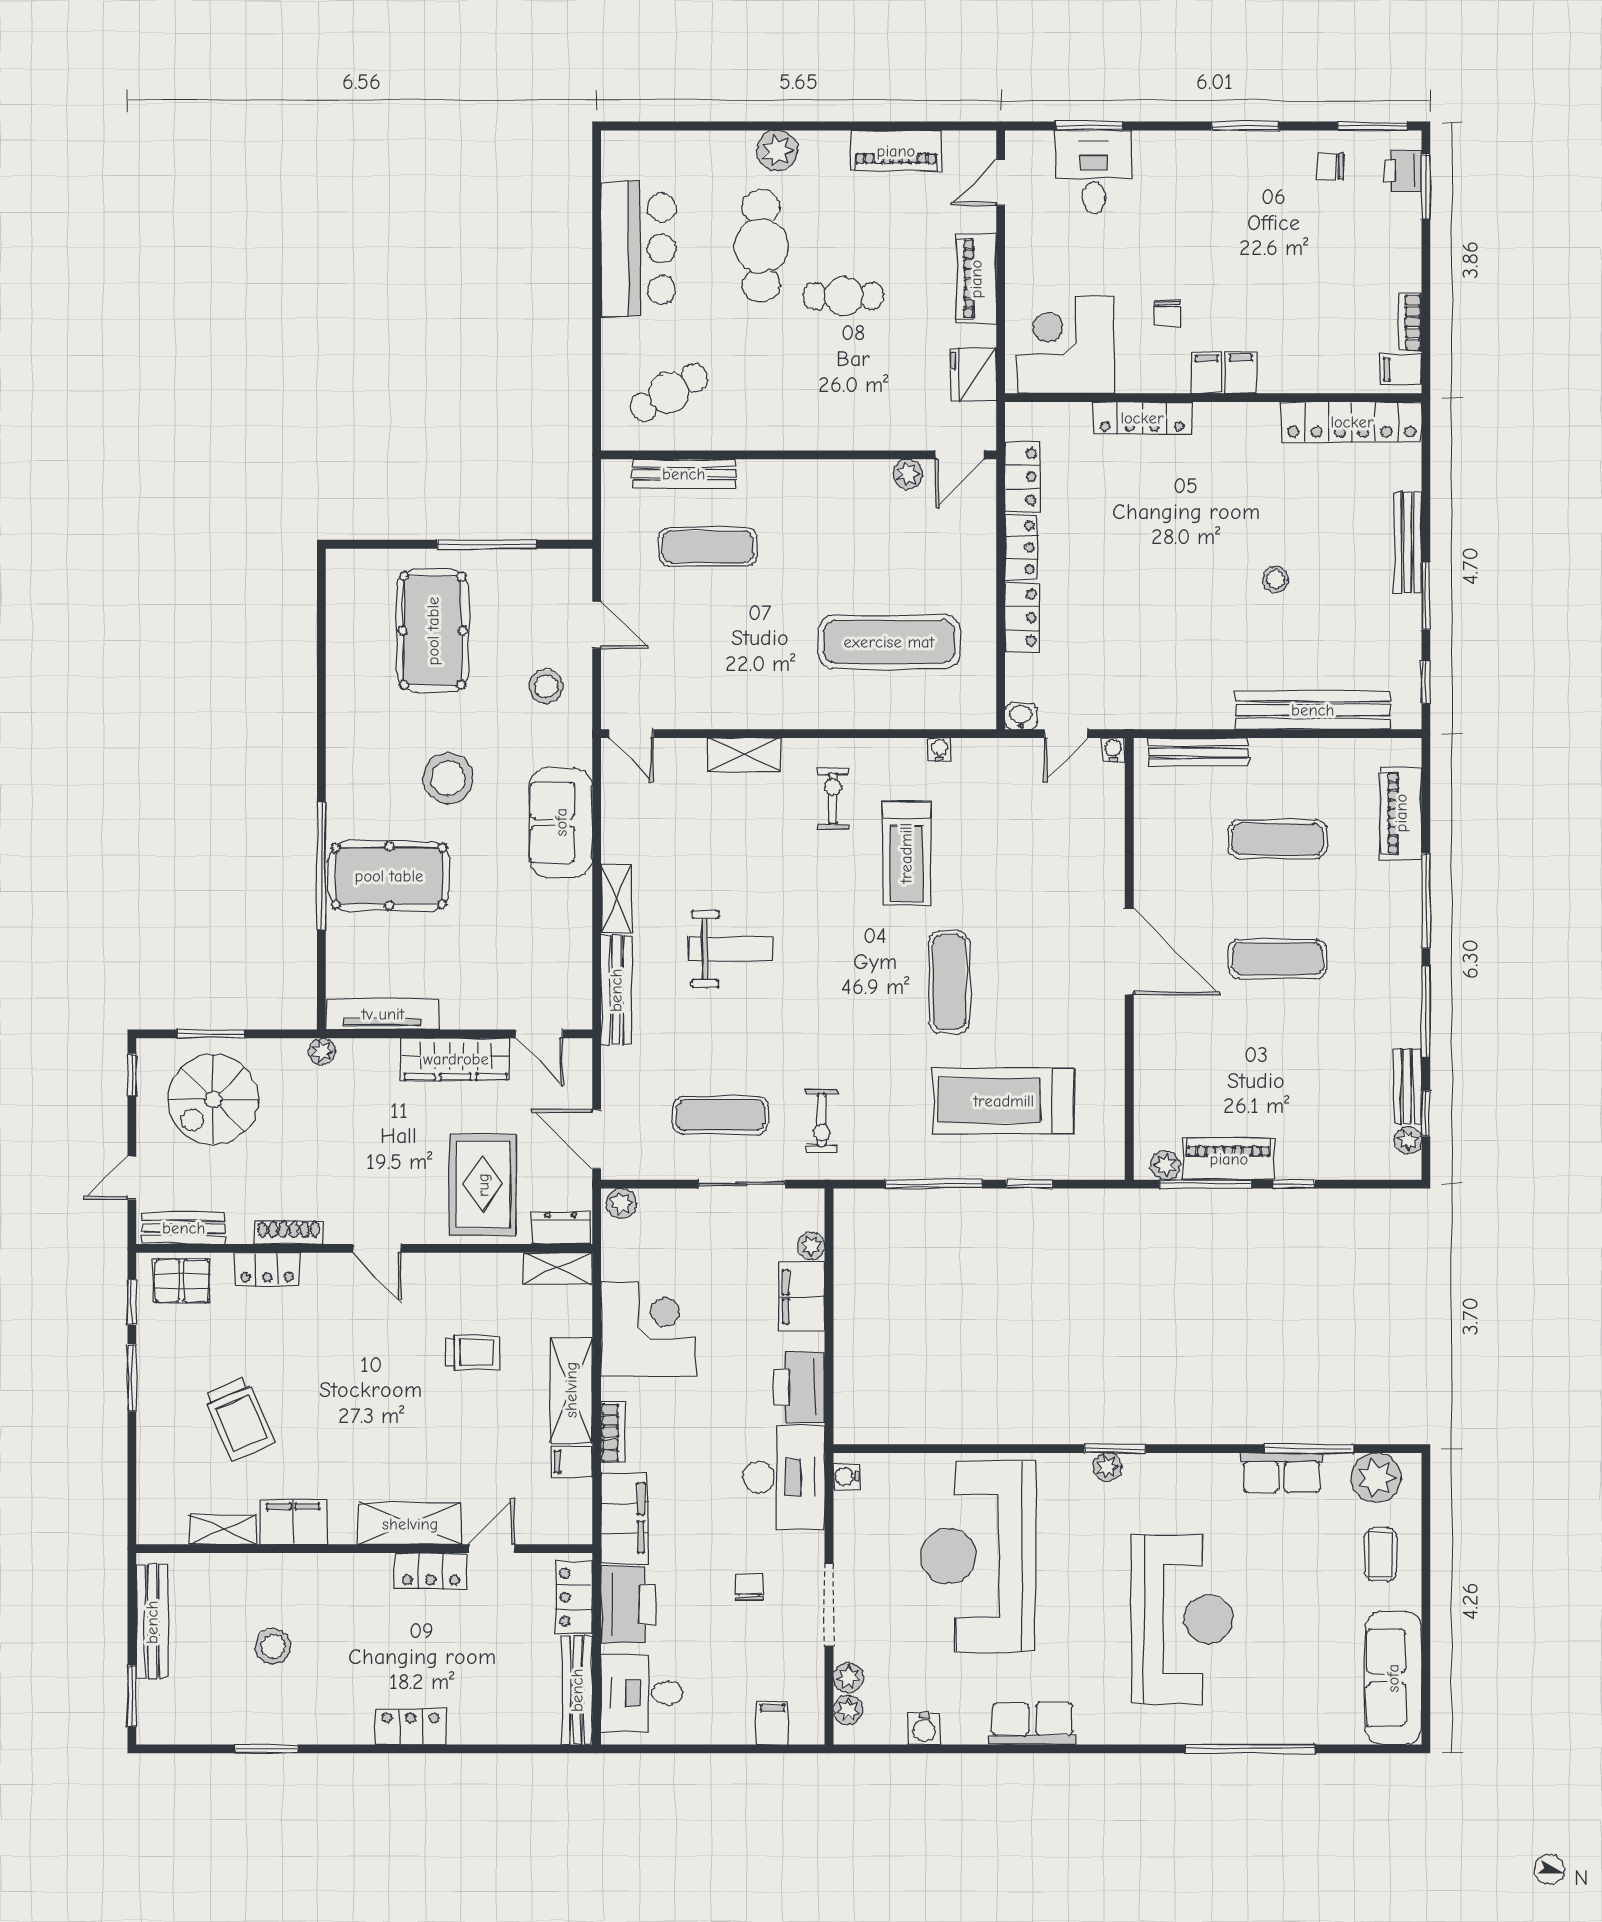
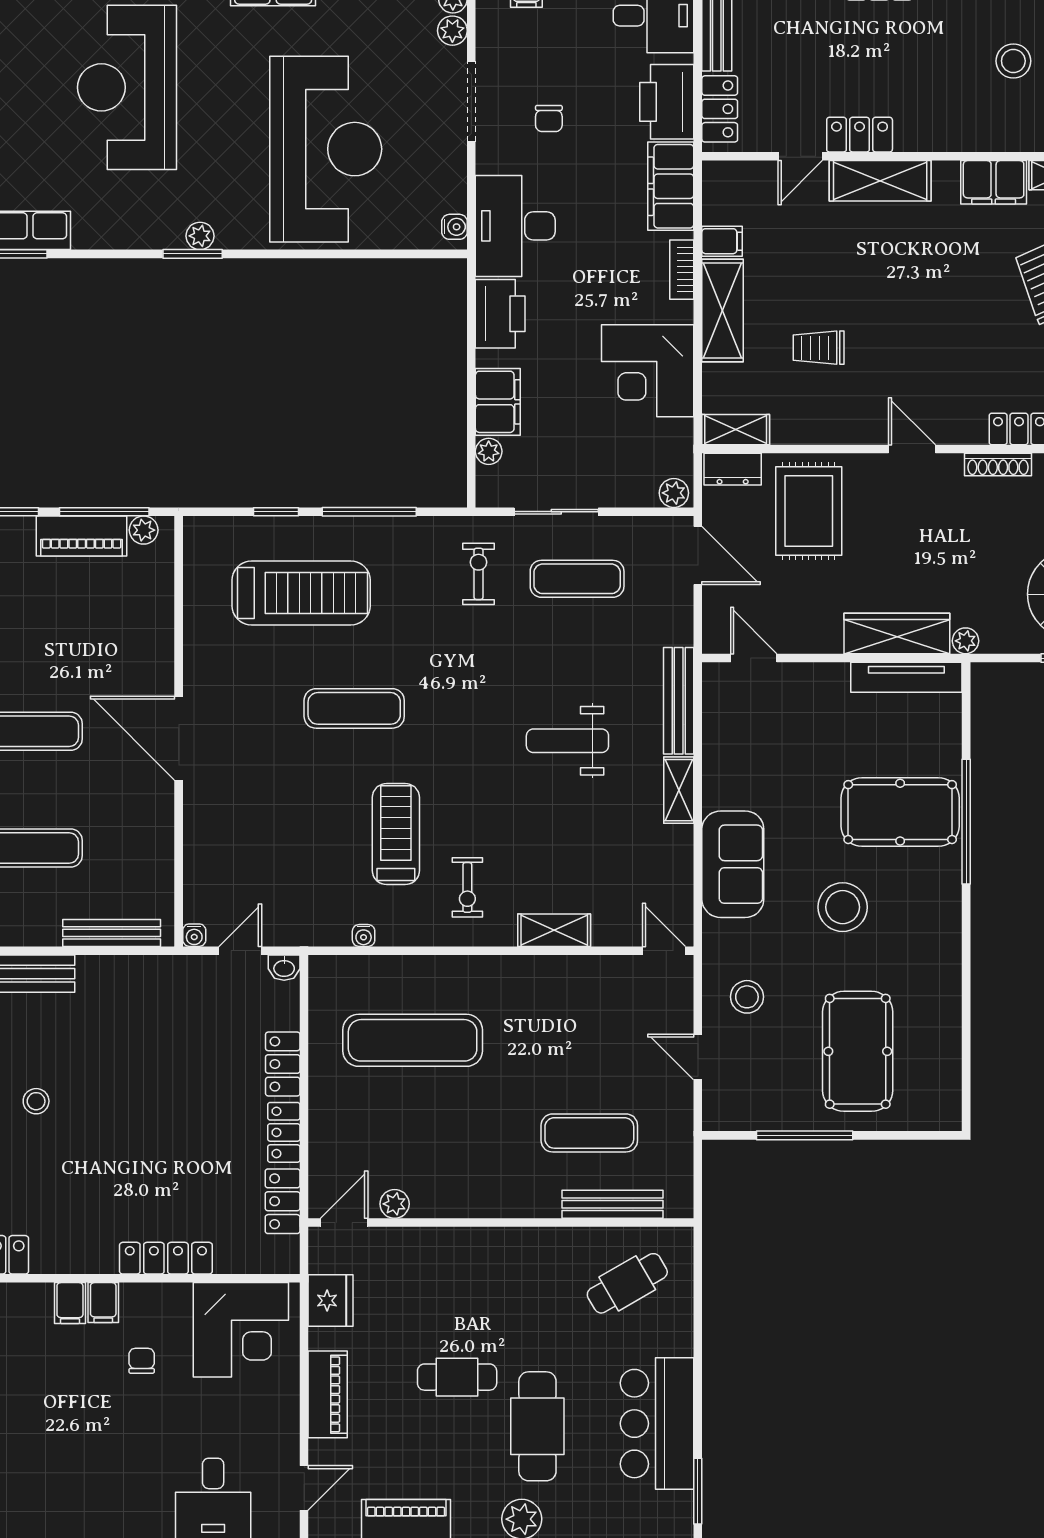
window: (597, 179) -> (698, 1491), added
exercise mat: (949, 982) -> (354, 708), turned 90
wardrobe: (456, 1059) -> (897, 633), moved

